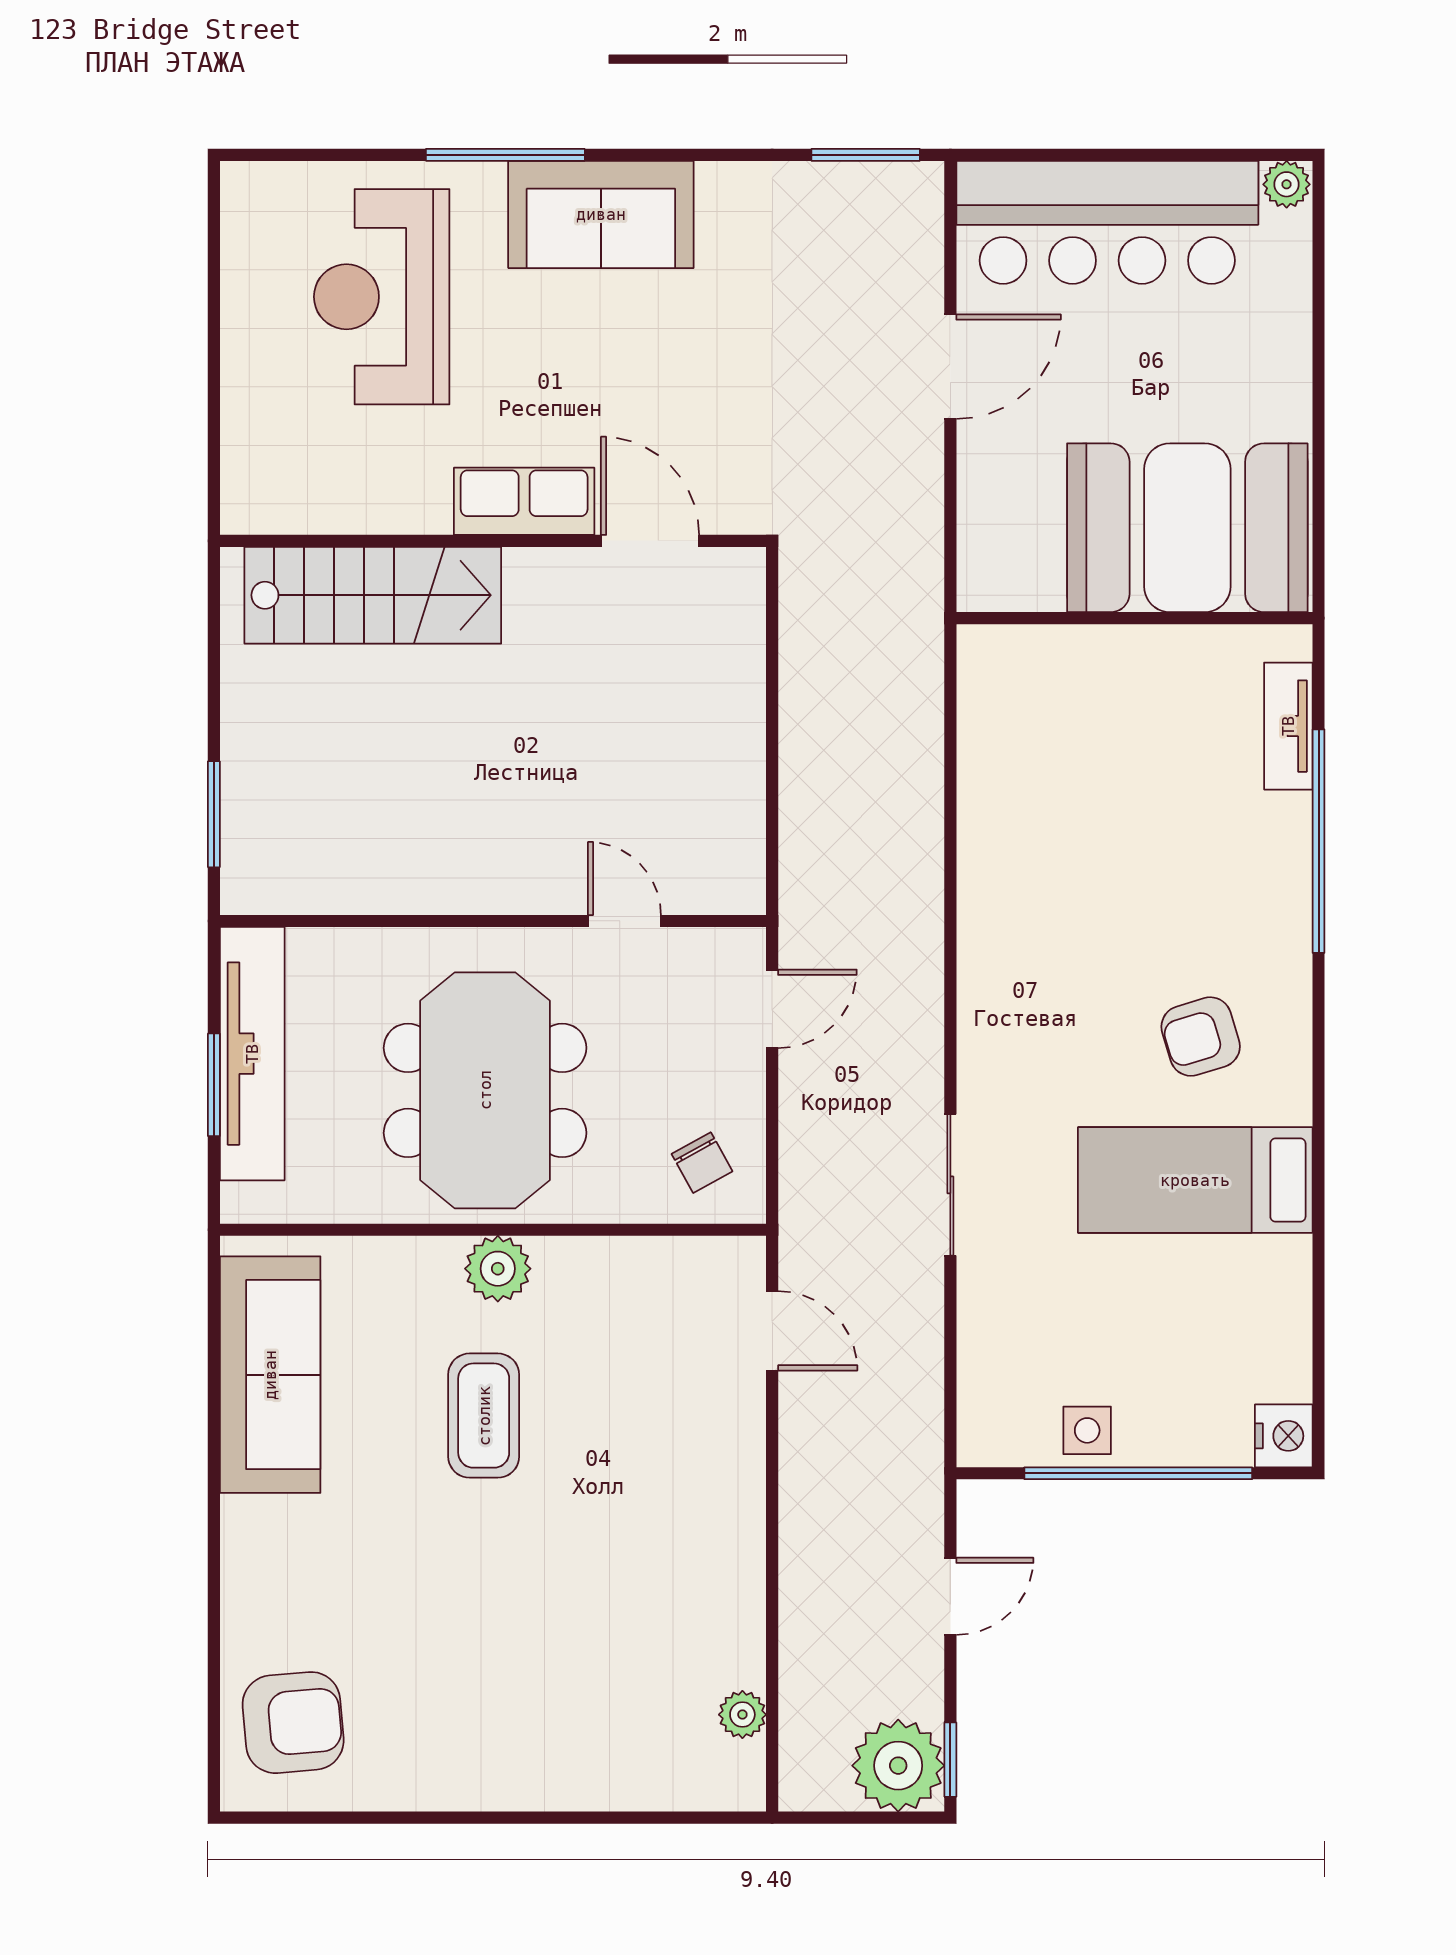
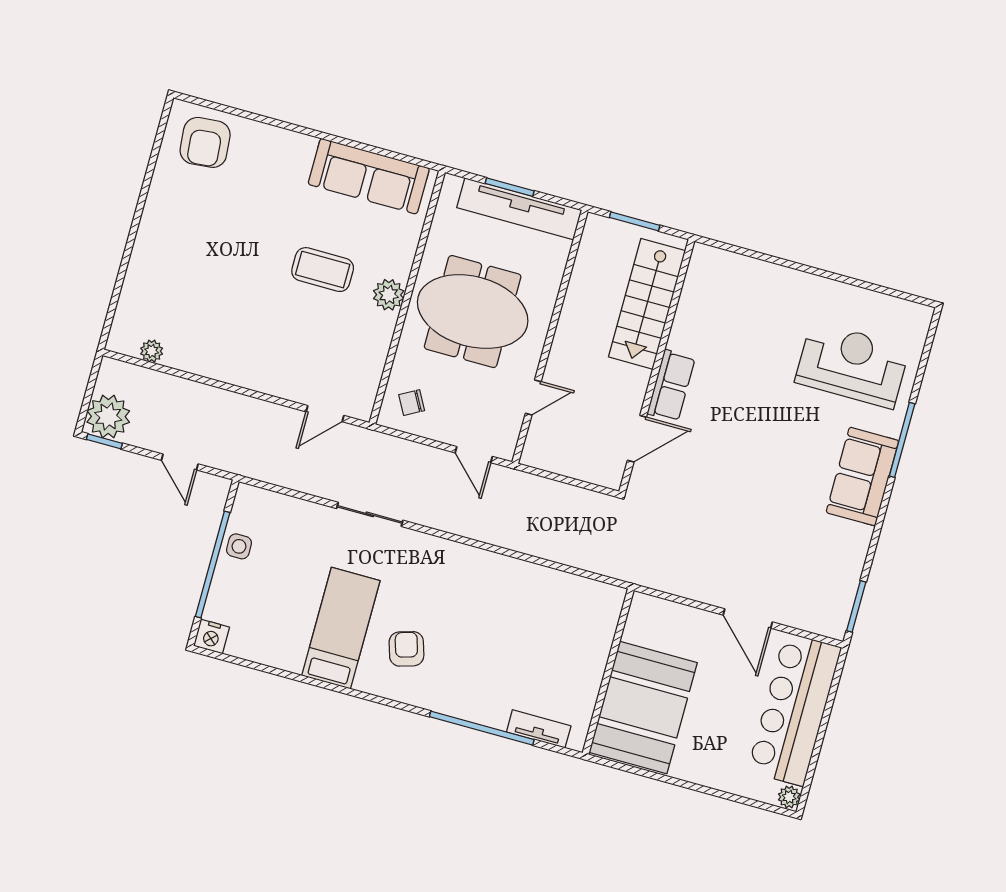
row of seats: (524, 501) -> (671, 386), moved
wall: (493, 541) -> (657, 366), moved
door: (650, 541) -> (637, 439), moved
stairs: (373, 595) -> (647, 304), moved

